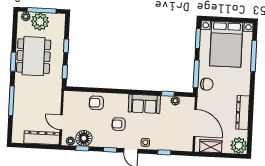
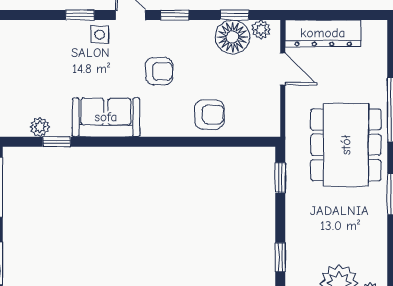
window: (66, 46) -> (280, 257), moved
dining table: (34, 56) -> (346, 145), moved
window: (164, 152) -> (80, 15), moved

